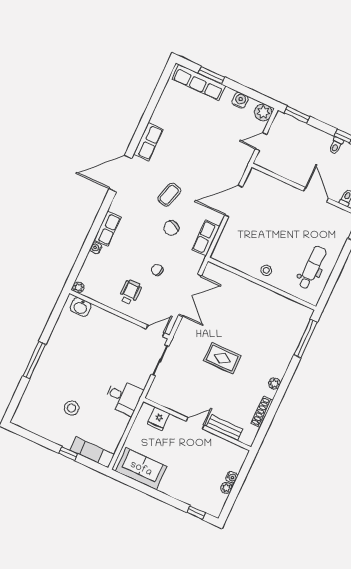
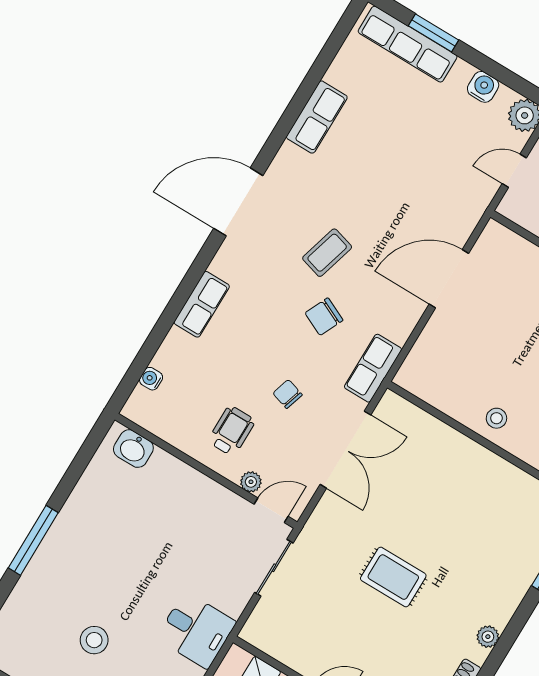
row of seats: (148, 142) -> (317, 117), moved
row of seats: (206, 238) -> (373, 368), moved
water cooler: (96, 248) -> (151, 379), moved
plant: (78, 287) -> (251, 482), moved

